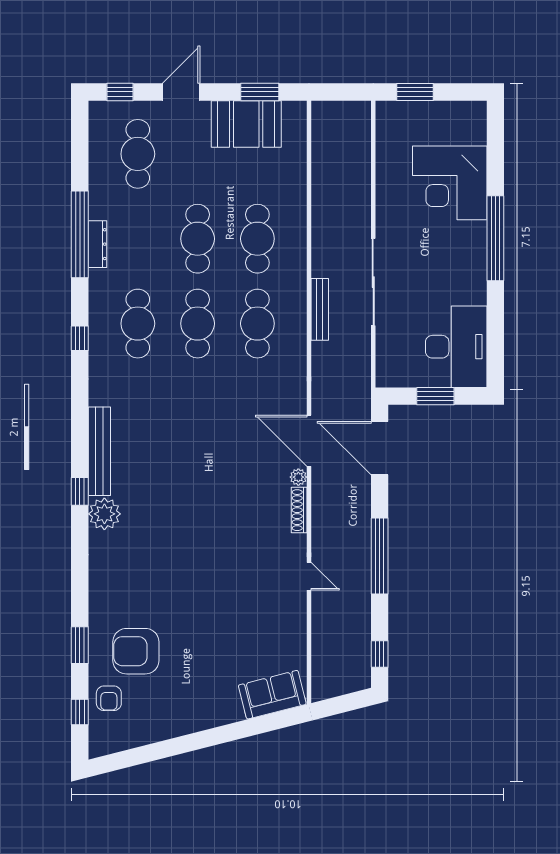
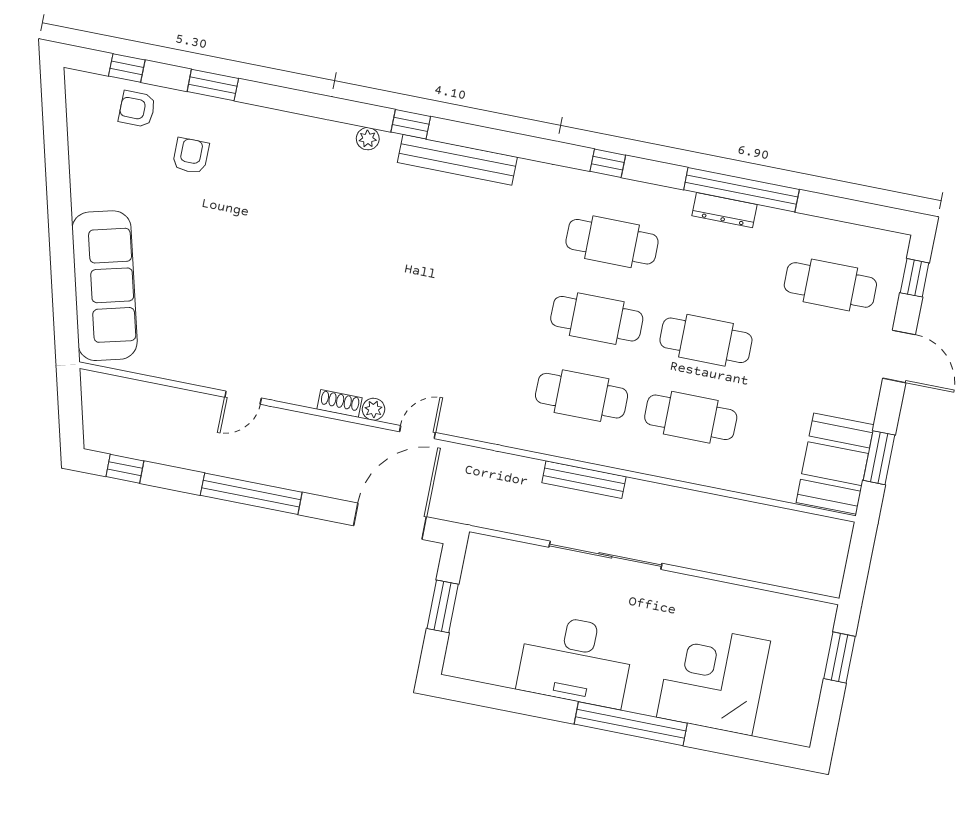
booth: (246, 124) -> (835, 464), moved
desk: (456, 347) -> (576, 660), moved
door: (309, 441) -> (417, 432), width x0.53
shoe rack: (299, 510) -> (340, 403), width x0.70
plant: (104, 514) -> (368, 139), width x0.53, depth x0.53
armchair: (136, 651) -> (191, 156), width x0.53, depth x0.53
sofa: (272, 695) -> (104, 286), width x1.85, depth x1.27

